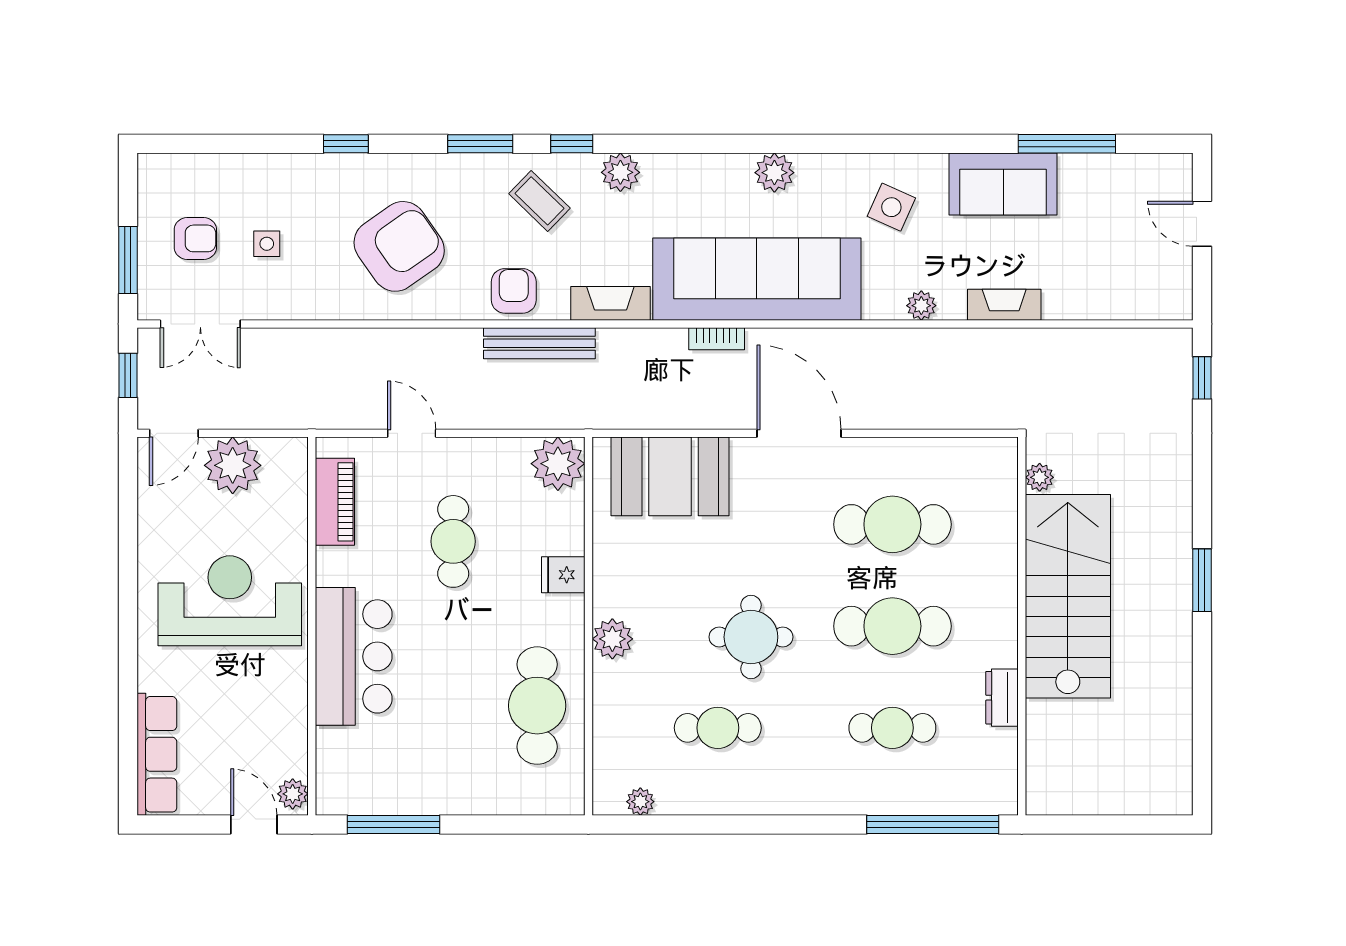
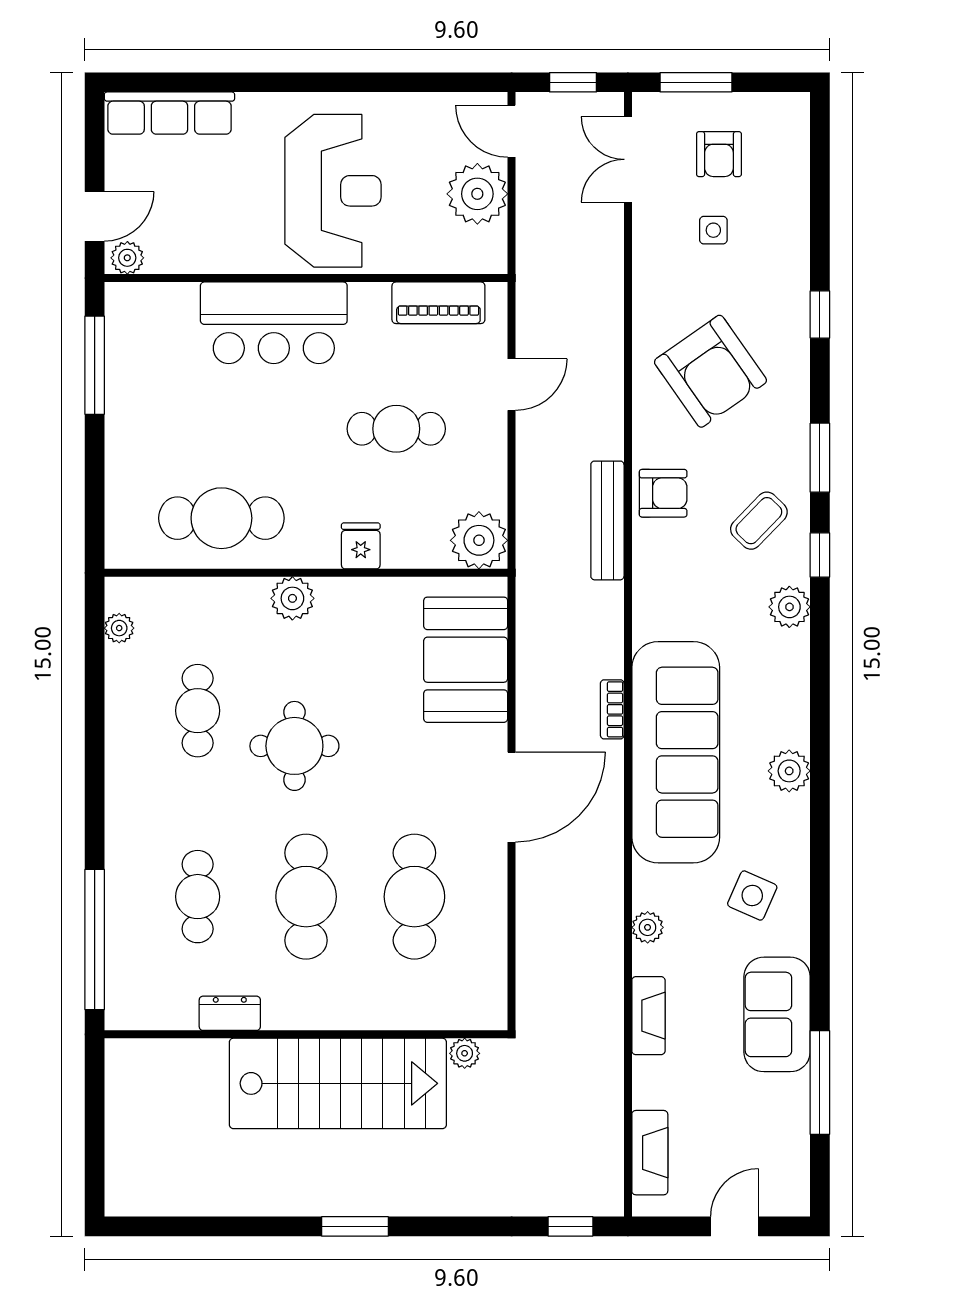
fireplace: (610, 303) -> (650, 1153), moved

